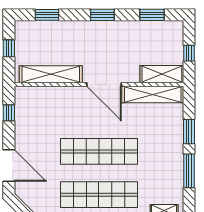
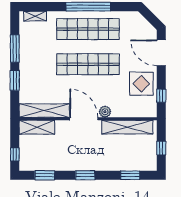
window: (189, 53) -> (15, 155), moved
plant: (78, 93) -> (105, 112), added
display table: (33, 128) -> (141, 84), added

